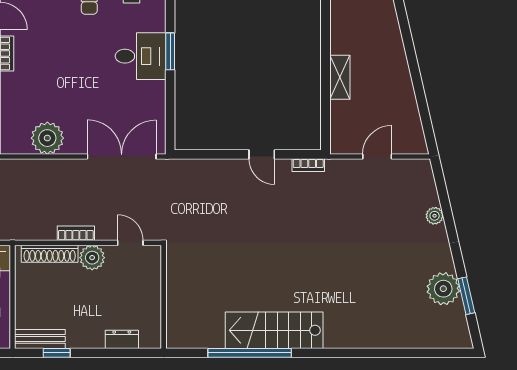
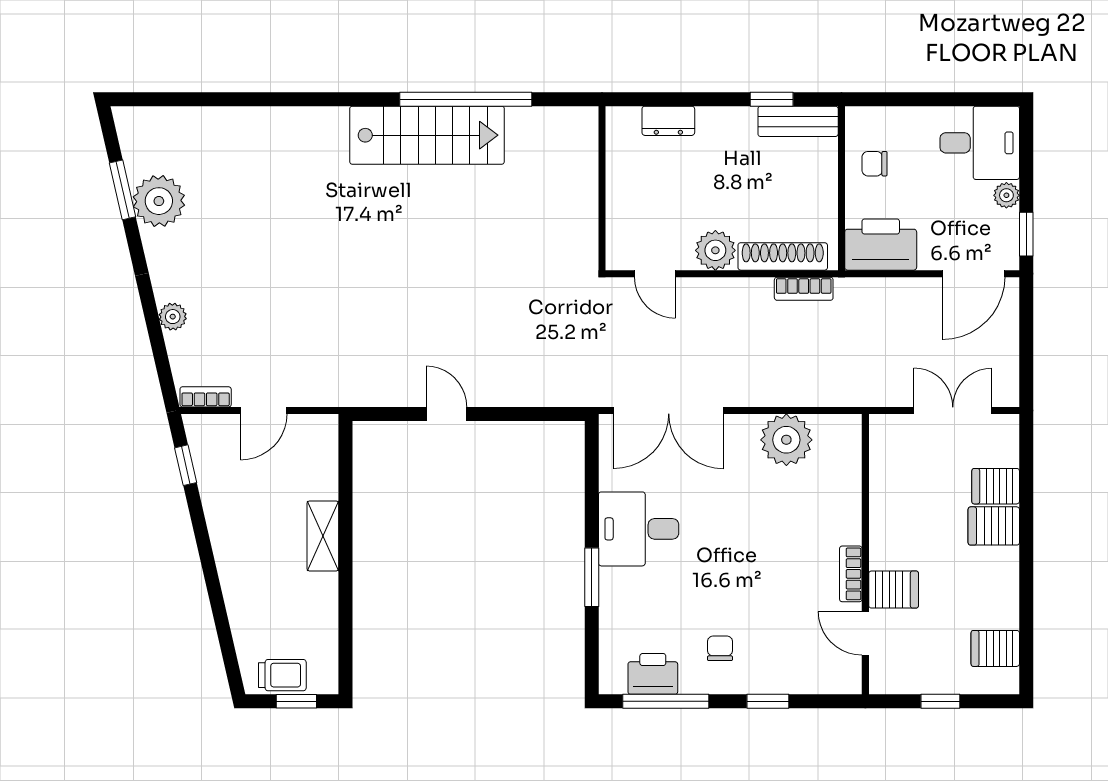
desk: (141, 56) -> (639, 529), moved
window: (426, 122) -> (186, 465), added
bookcase: (308, 165) -> (206, 397), moved
bookcase: (76, 233) -> (804, 289), moved

